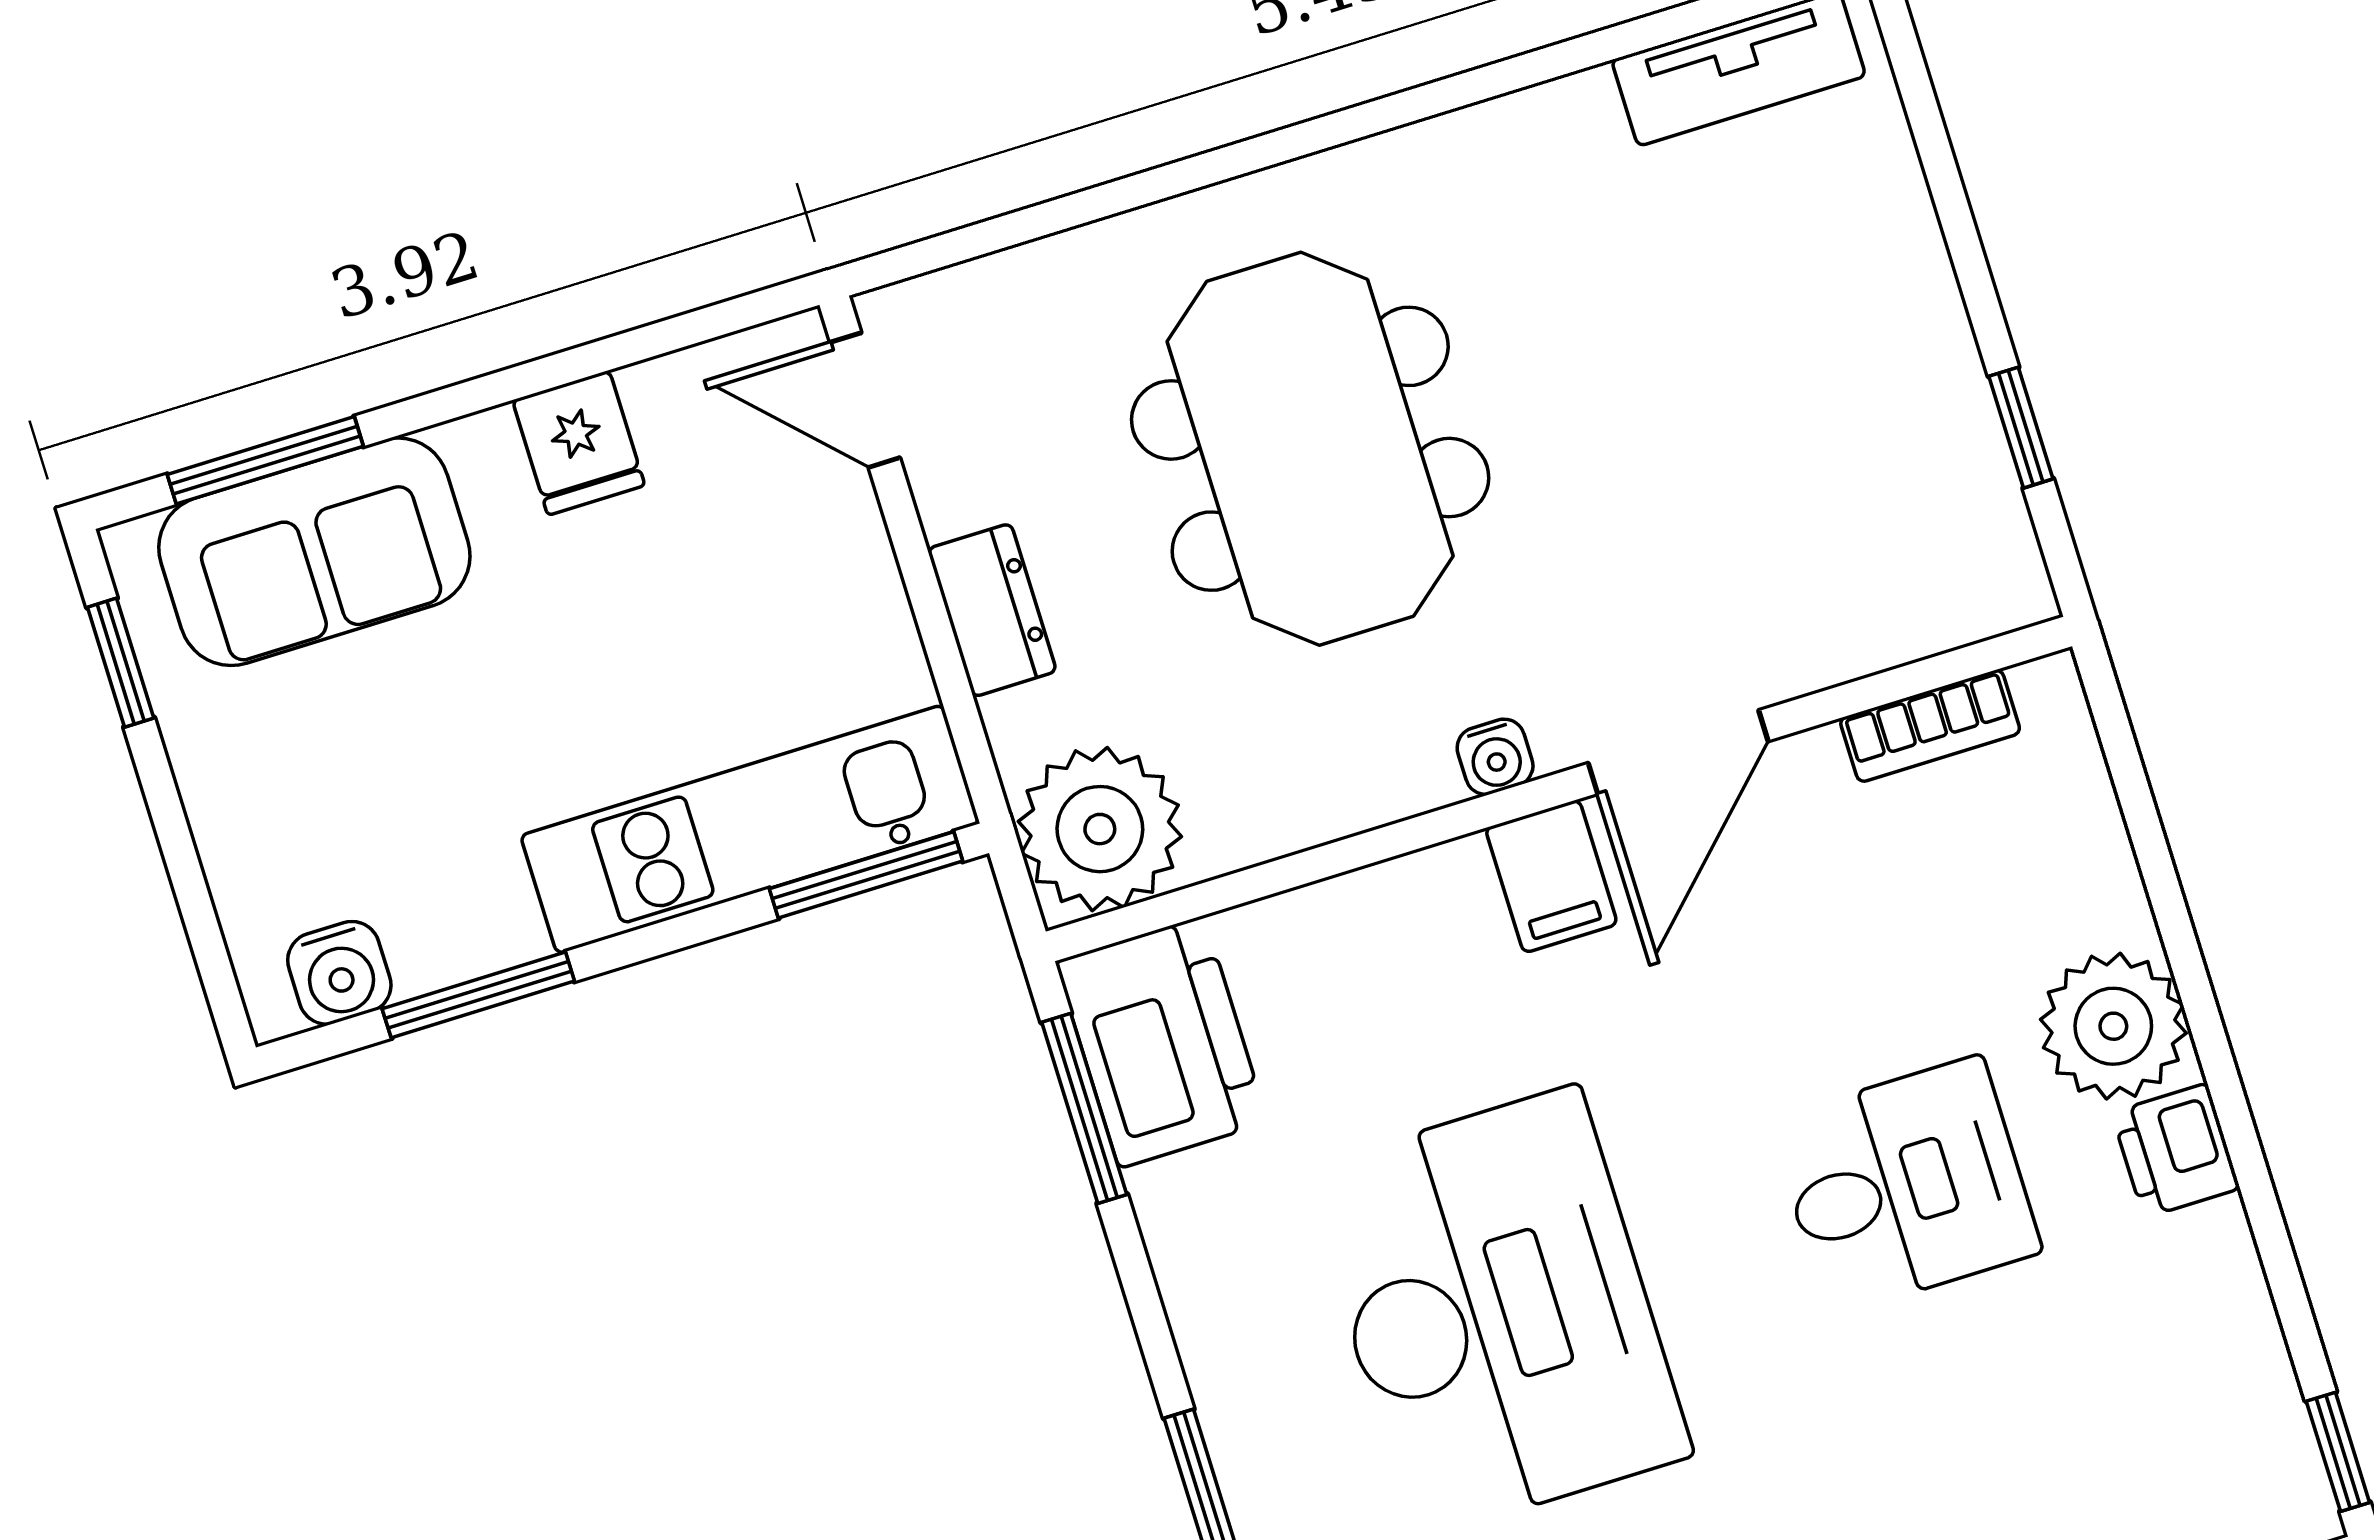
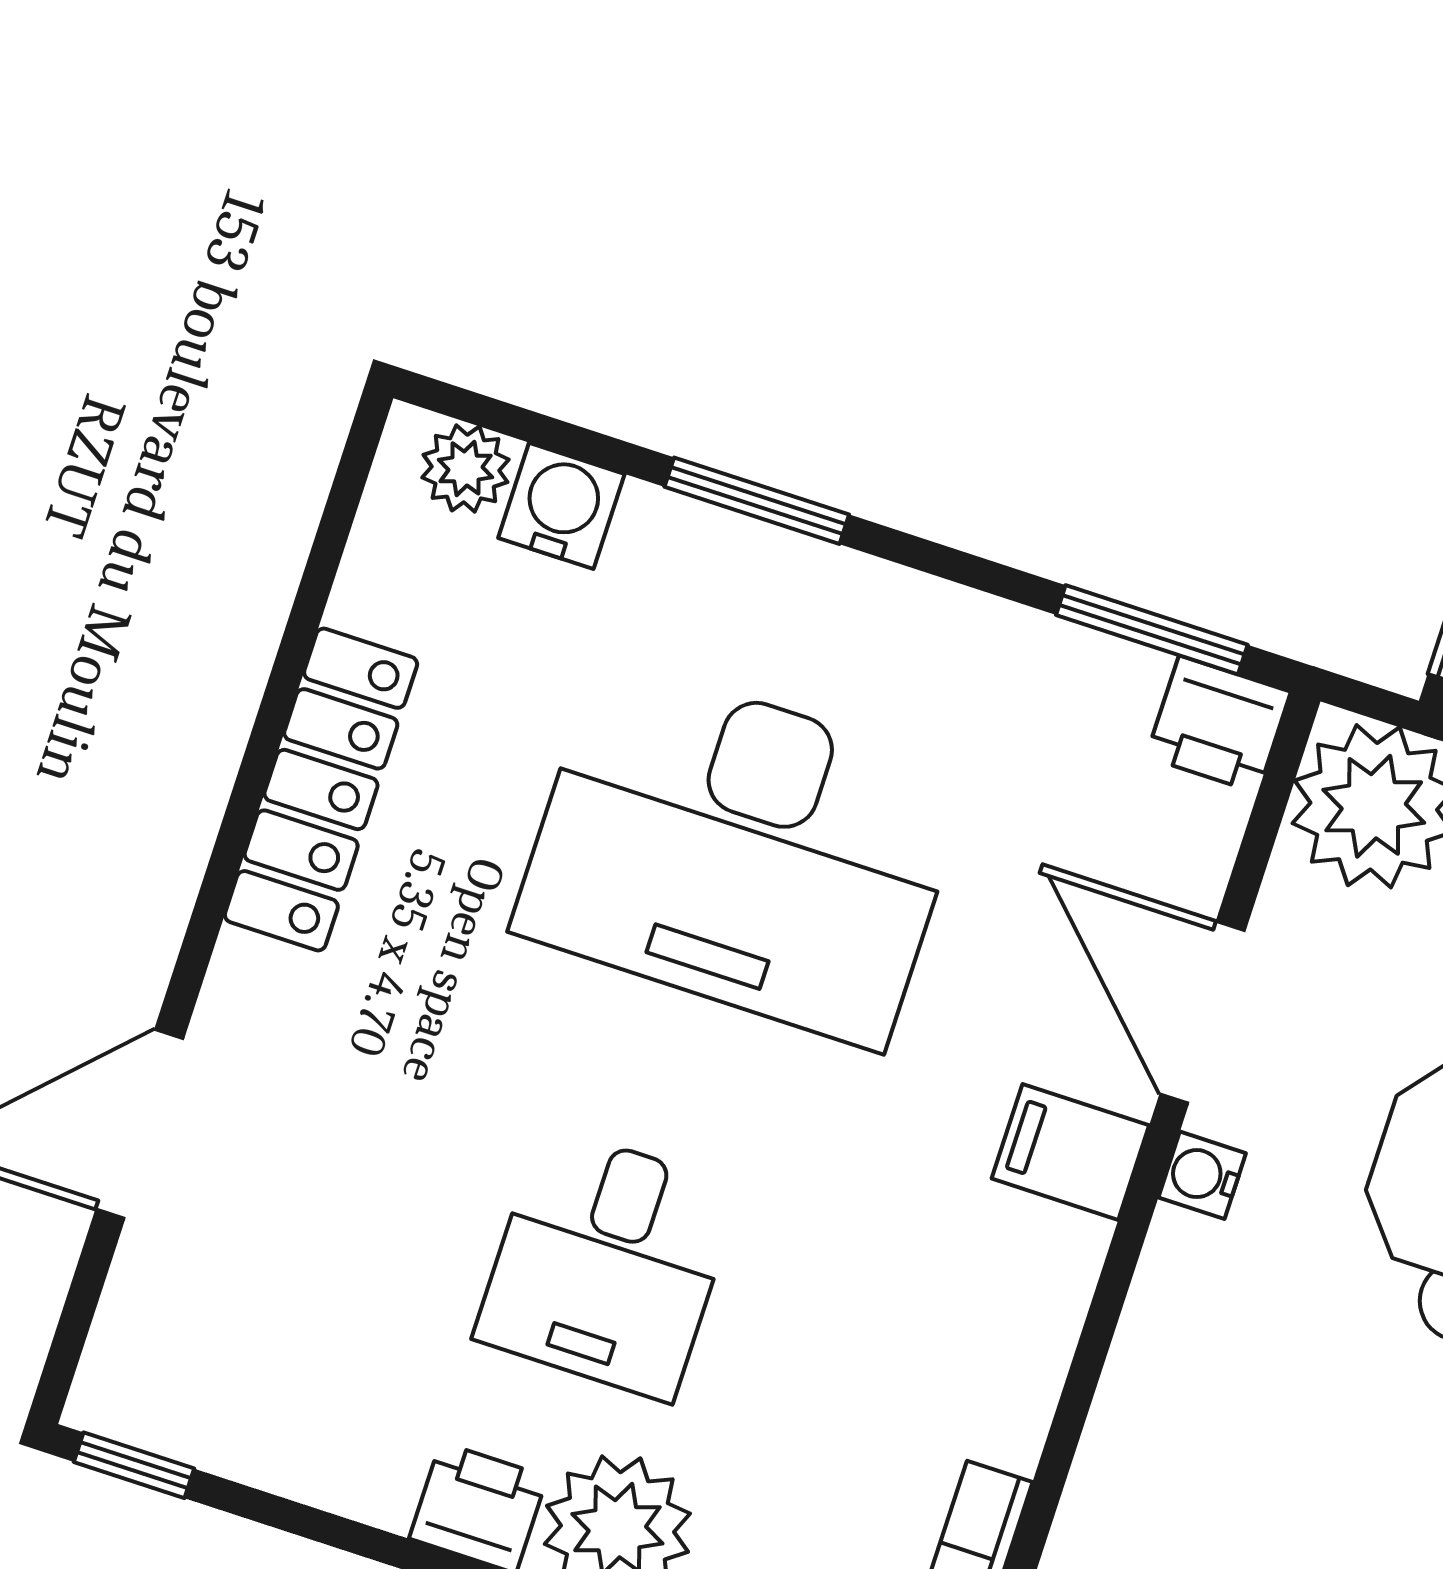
door: (1678, 752) -> (1202, 1012), moved
printer: (1162, 1042) -> (1218, 724), width x0.53, depth x0.68

